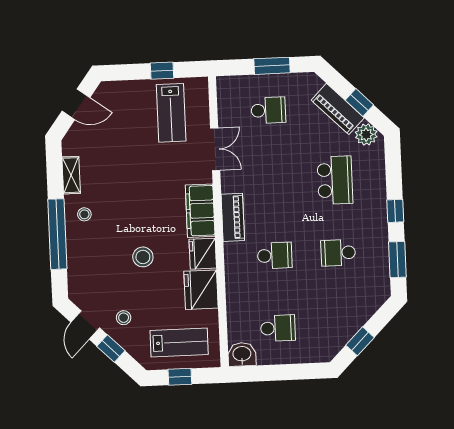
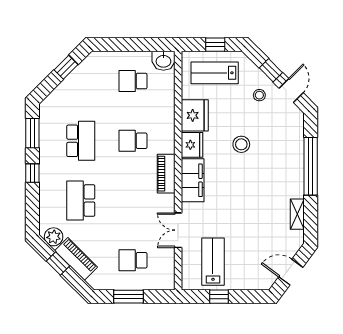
stool: (84, 214) -> (288, 181), removed
school desk: (338, 253) -> (81, 141), width x1.85

